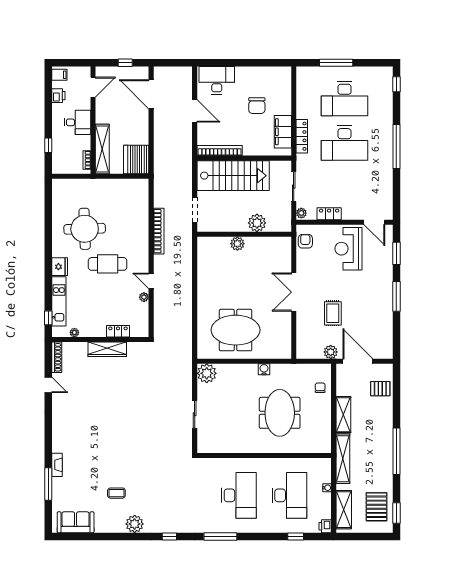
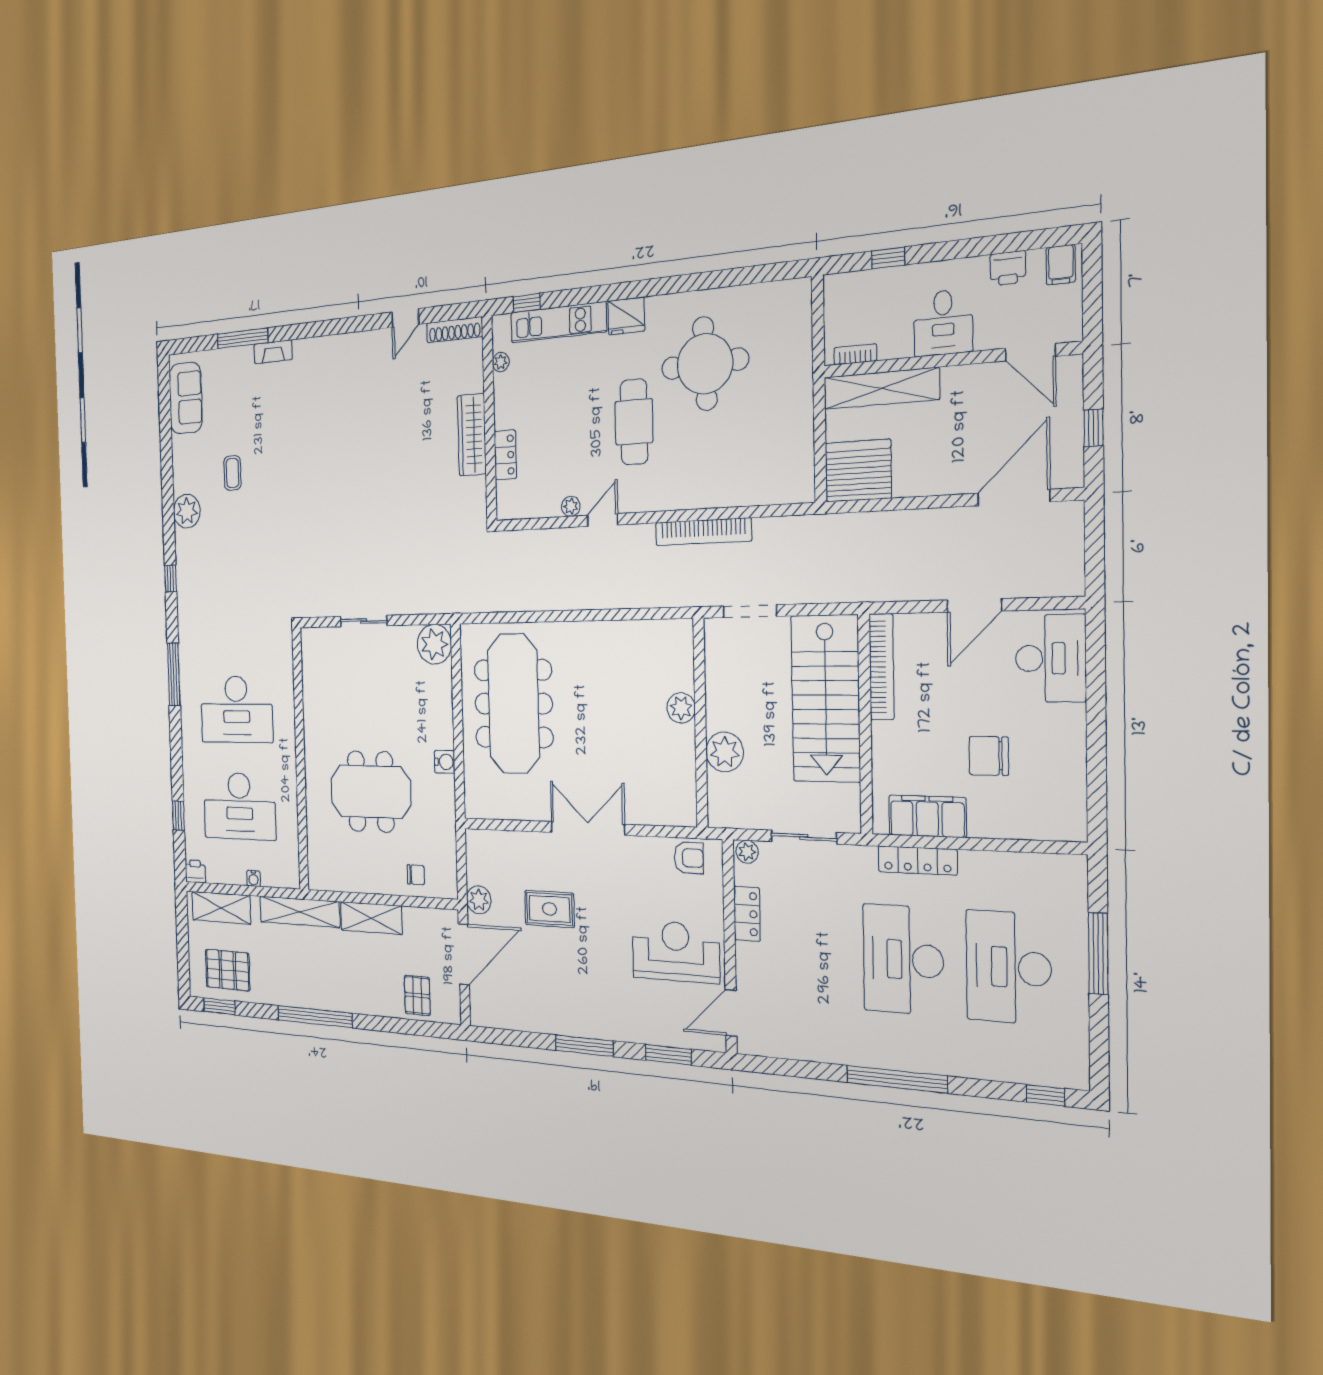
meeting table: (236, 330) -> (513, 704), width x1.36

